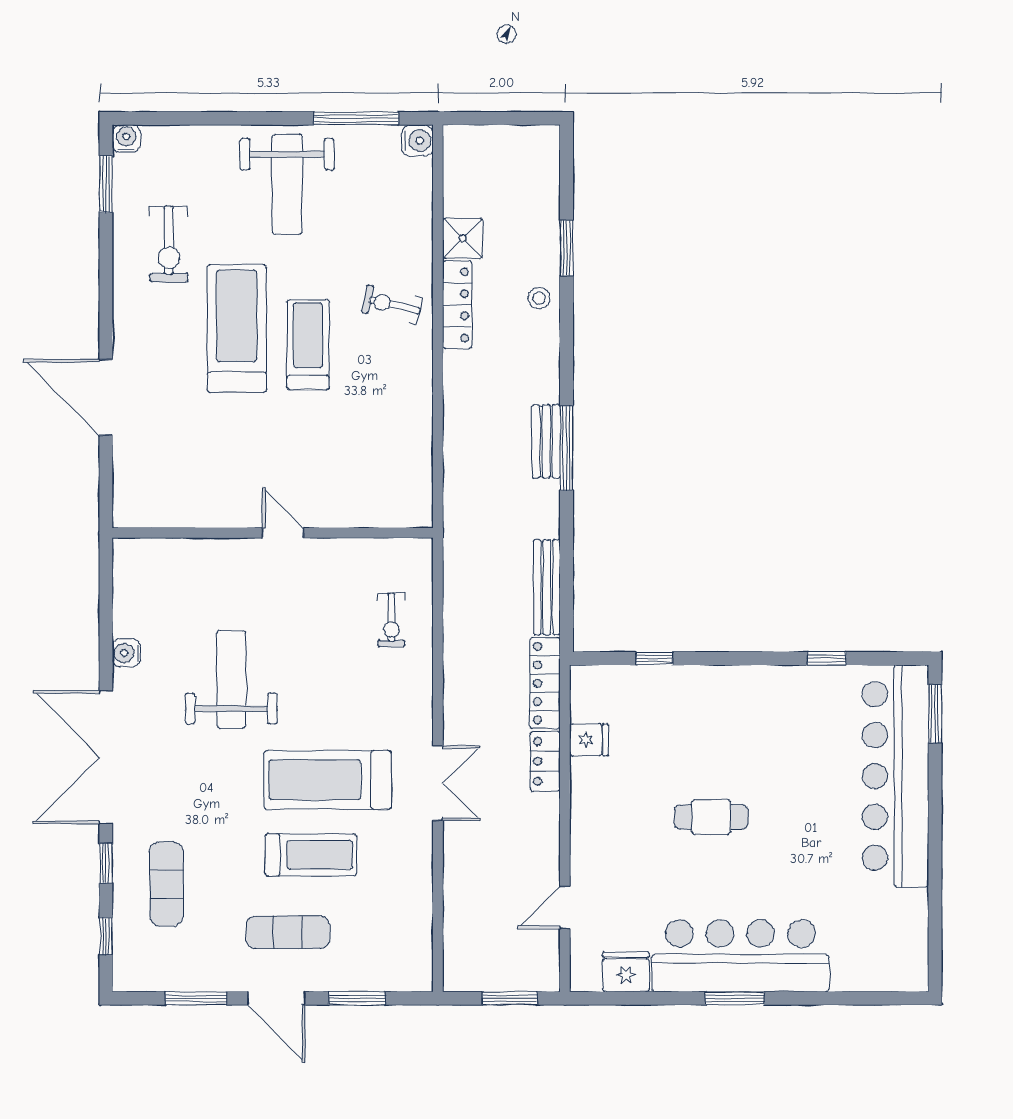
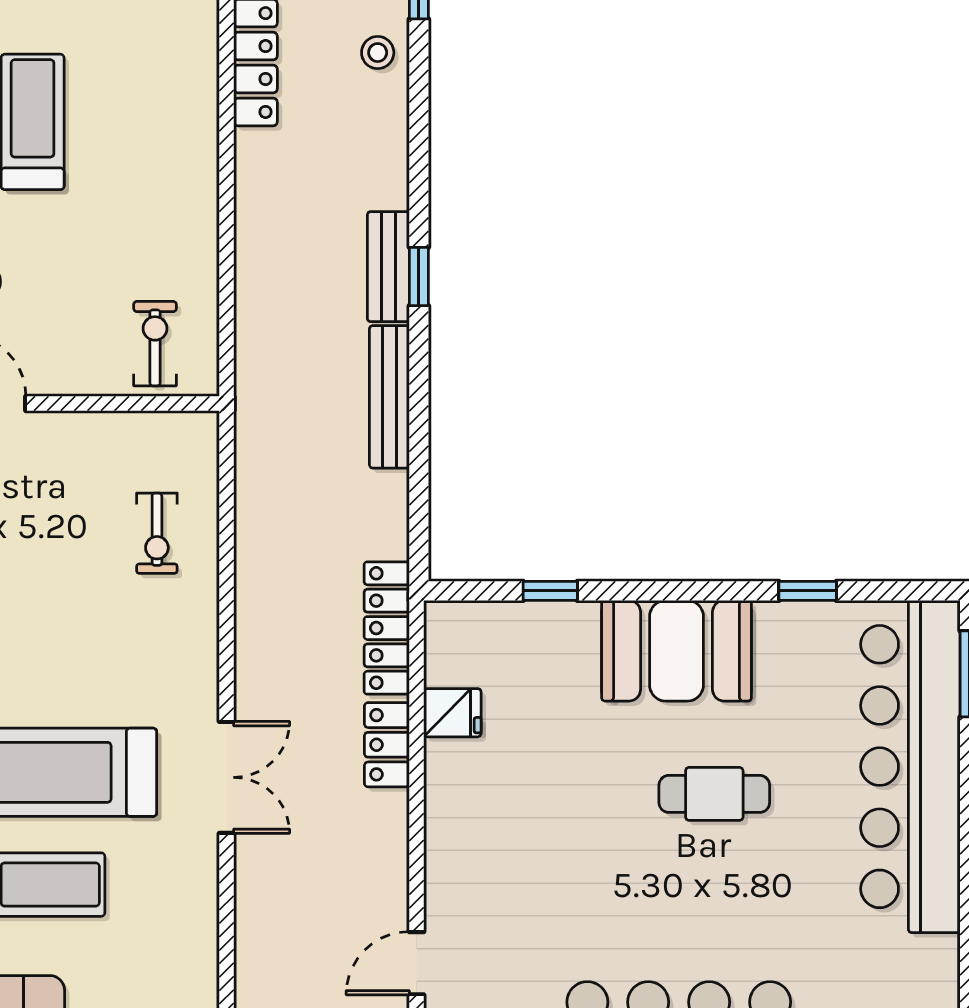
exercise bike: (392, 305) -> (155, 344), moved, turned 77
window: (567, 448) -> (419, 276), width x0.46
bench: (547, 587) -> (389, 397), moved
booth: (739, 698) -> (677, 651), added
cafe table: (711, 817) -> (714, 794), moved

